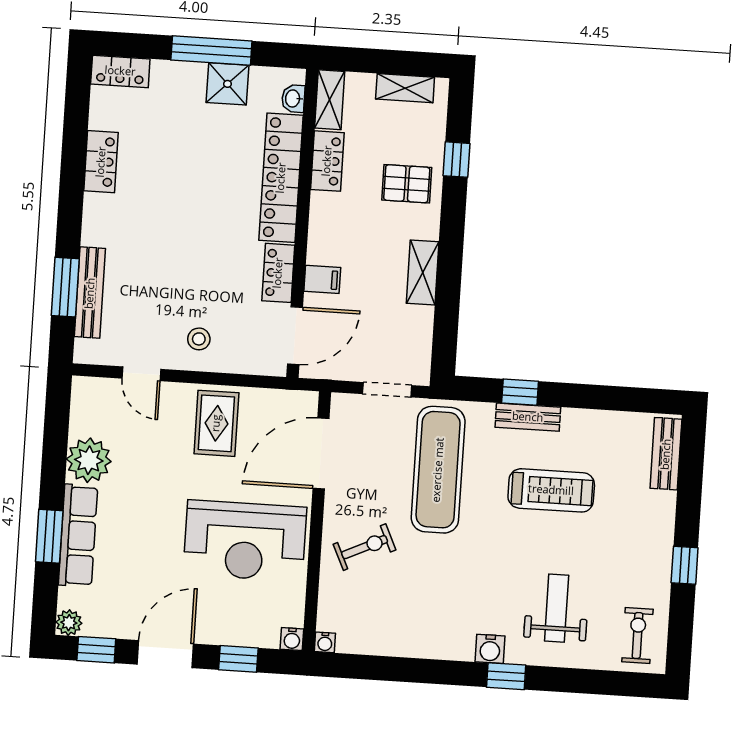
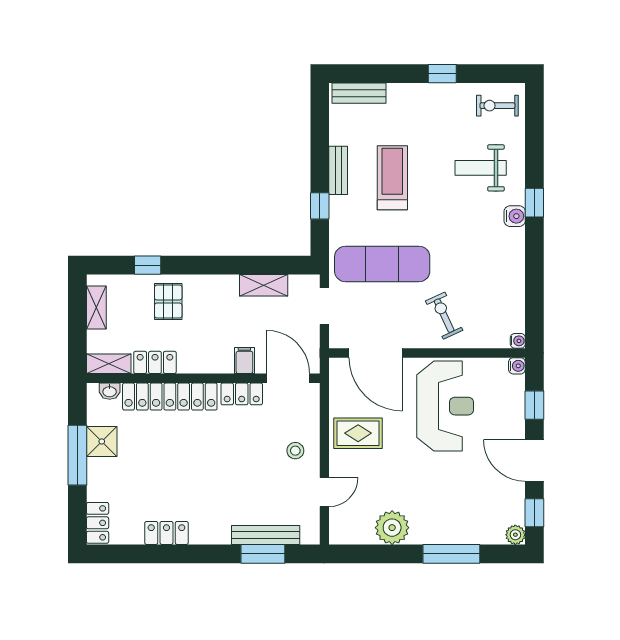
shelving: (423, 273) -> (264, 285), moved
bench: (528, 417) -> (338, 170), moved
row of seats: (78, 535) -> (449, 532), removed
window: (49, 536) -> (451, 554), width x1.44

